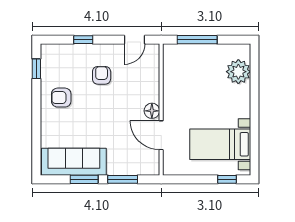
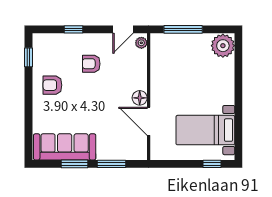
plant: (154, 54) -> (141, 43), added
plant: (238, 72) -> (223, 46), moved
armchair: (102, 75) -> (91, 64), turned -90

